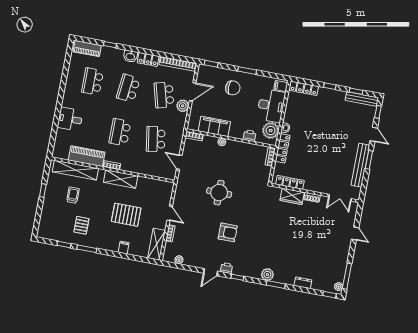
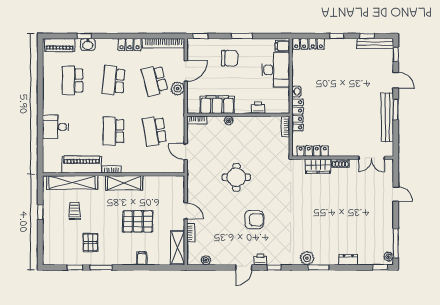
washbasin: (130, 56) -> (88, 45), moved
plant: (271, 130) -> (280, 98), removed

